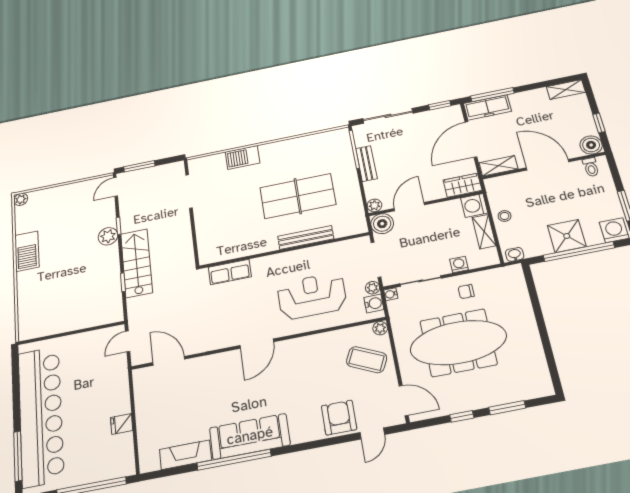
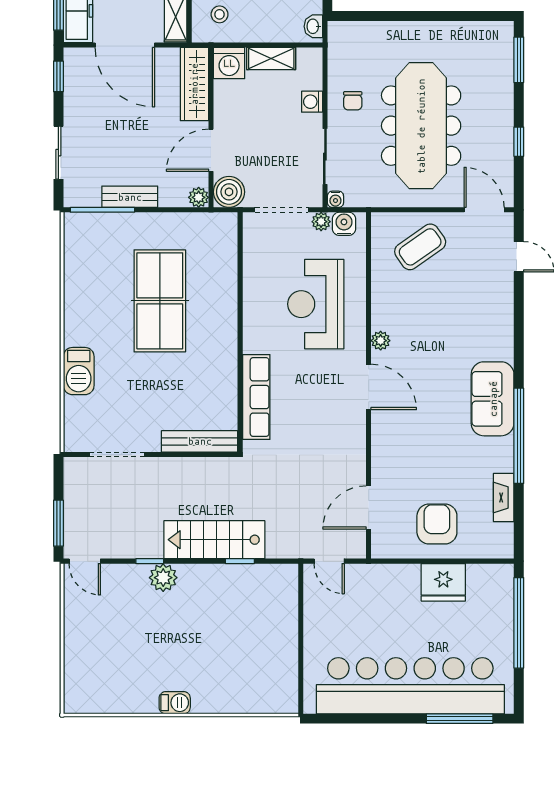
sliding door: (388, 116) -> (58, 153), width x0.73
wardrobe: (463, 185) -> (194, 84), width x1.50
plant: (21, 199) -> (74, 703), removed
door: (409, 207) -> (211, 150), hinge flipped
stool: (505, 216) -> (220, 14), moved
bench: (306, 238) -> (200, 441), moved, turned 90
barbecue: (27, 251) -> (175, 703), width x0.53, depth x0.65
row of seats: (230, 272) -> (256, 397), width x1.48
plant: (380, 328) -> (381, 341), moved
coffee table: (367, 360) -> (420, 247), turned 30
door: (404, 401) -> (484, 210), hinge flipped
window: (507, 408) -> (519, 60), moved
armchair: (339, 418) -> (437, 524), moved, turned 90
fridge: (122, 424) -> (443, 582), width x1.88, depth x1.34
sofa: (250, 436) -> (493, 399), width x0.73
fireplace: (185, 455) -> (504, 497), width x0.73, depth x0.76

